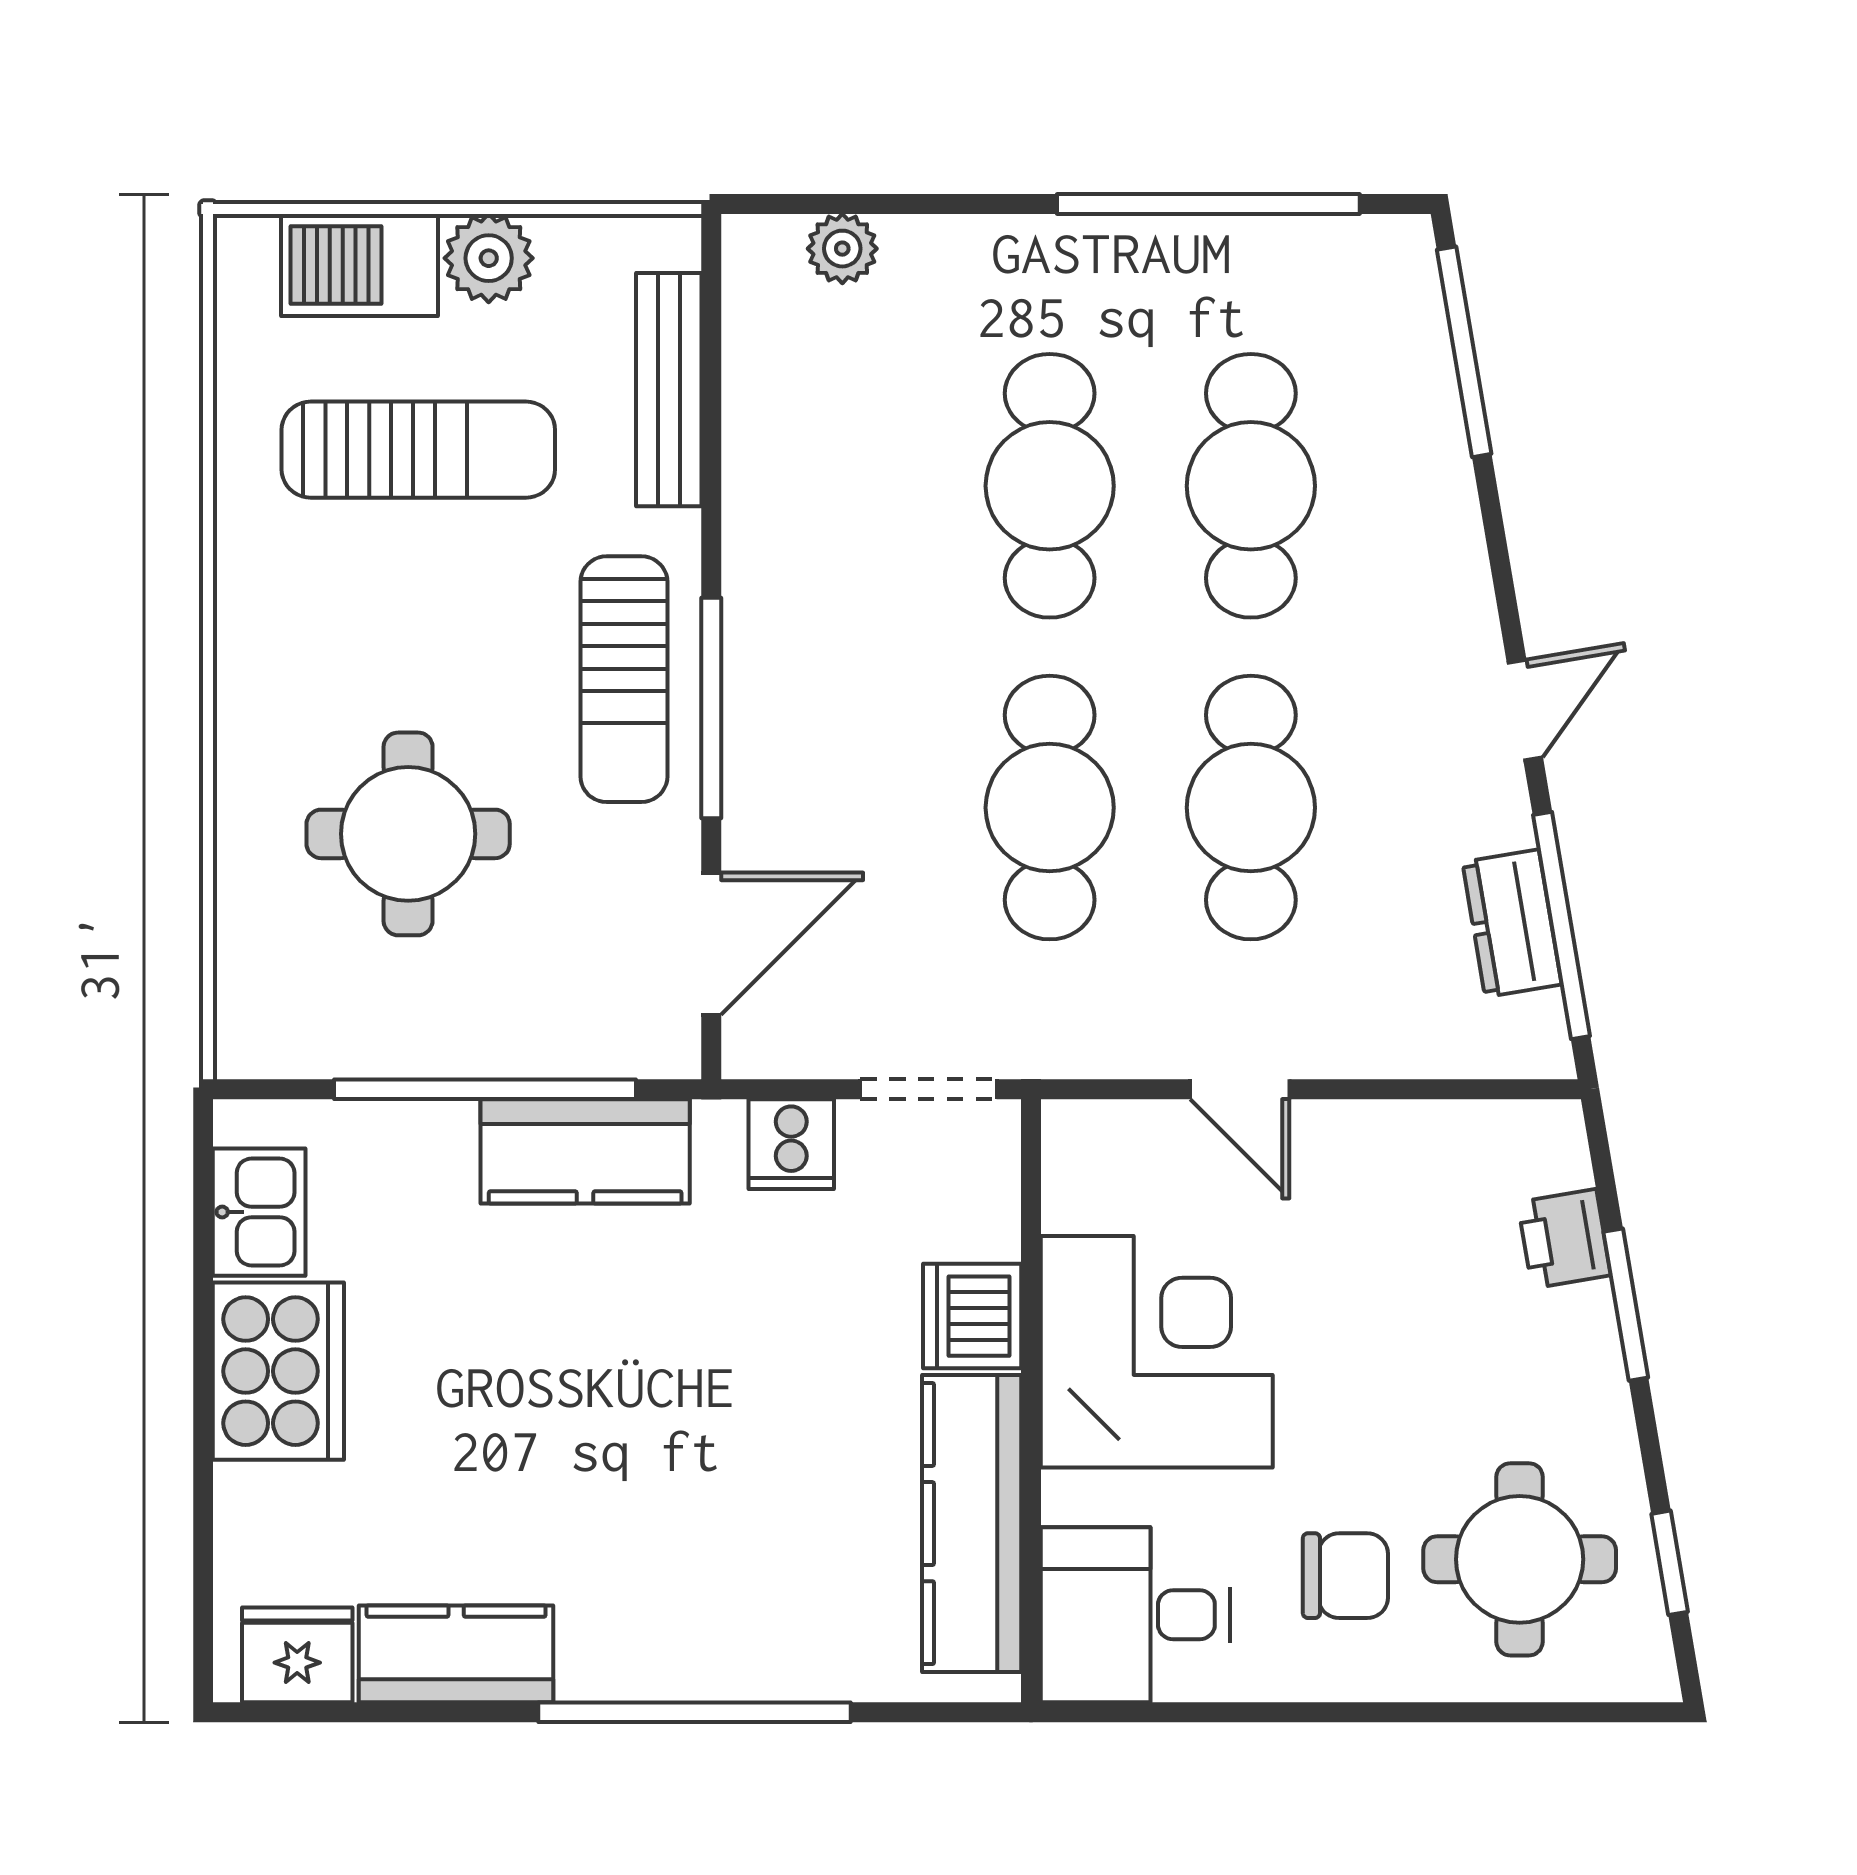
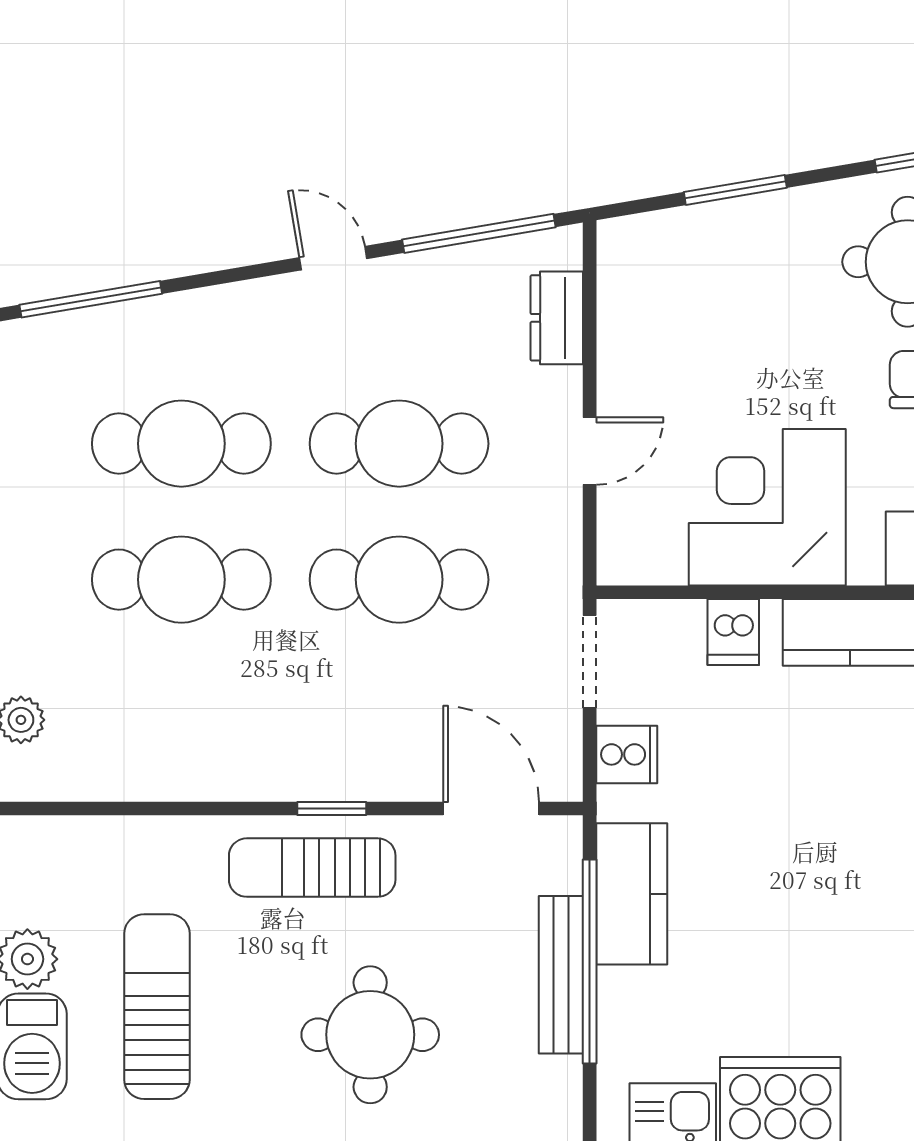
bench: (669, 390) -> (561, 975), moved, turned 90
sun lounger: (624, 679) -> (312, 868), turned 180
window: (711, 708) -> (332, 808), width x0.46
round table: (408, 834) -> (370, 1035), moved
dresser: (1512, 923) -> (557, 318), moved, turned 100
printer: (1564, 1239) -> (691, 232), removed
dishwasher: (972, 1316) -> (733, 632), width x0.73

